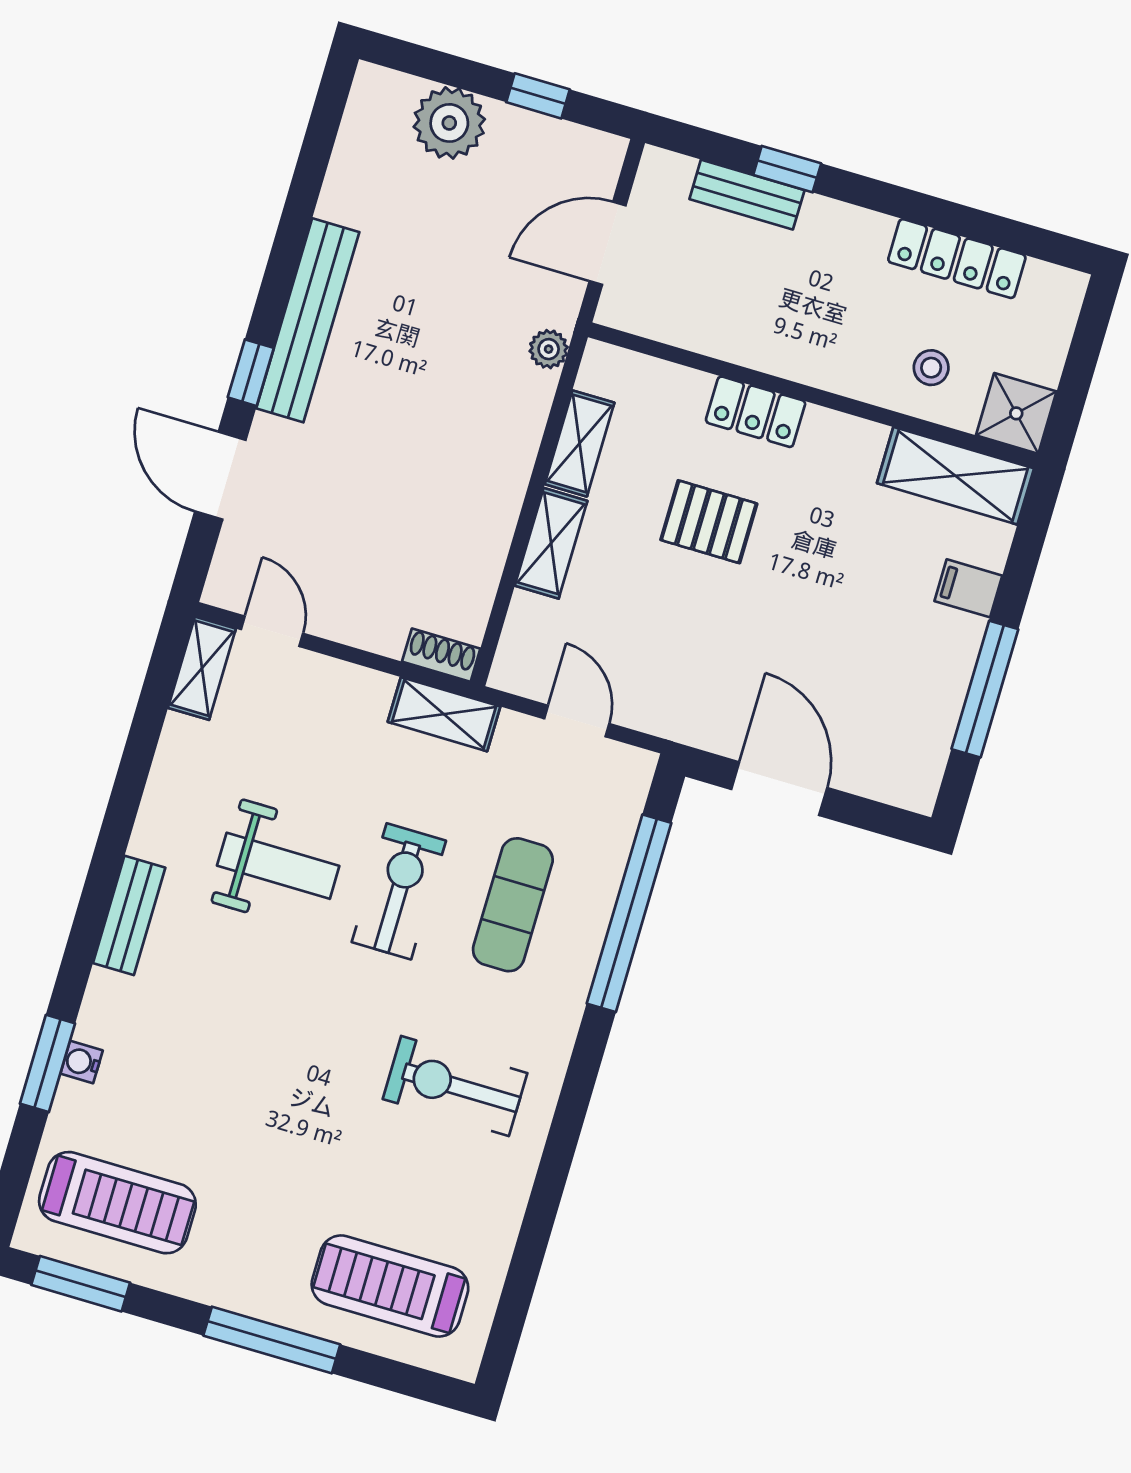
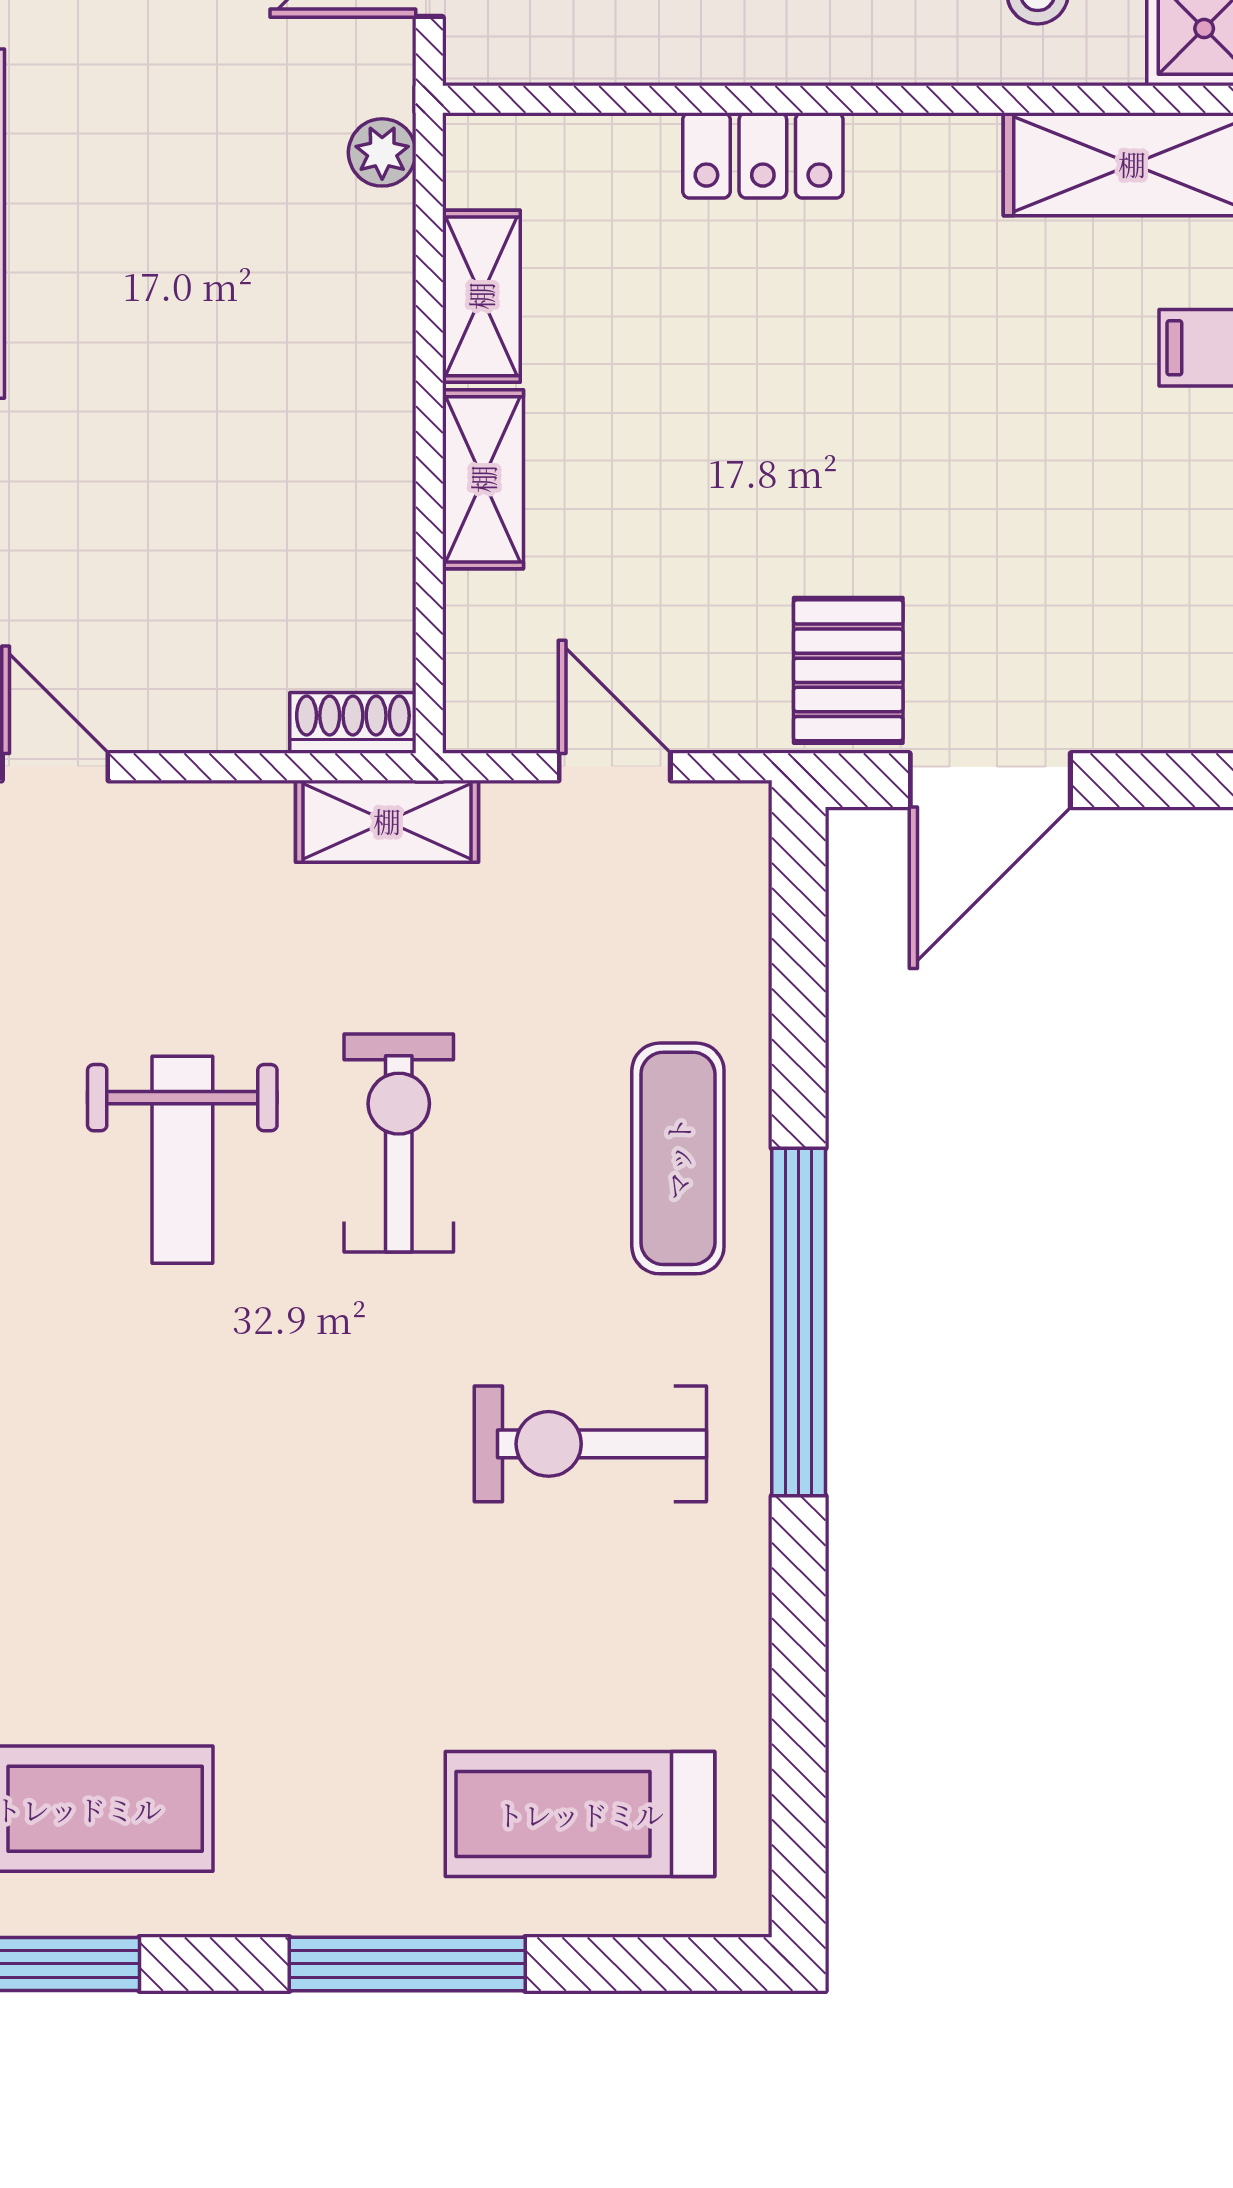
pallet: (709, 522) -> (848, 670), moved, turned 90
door: (779, 789) -> (990, 780), swing flipped
weight bench: (278, 866) -> (182, 1160), turned 90
exercise mat: (513, 905) -> (678, 1158), moved
window: (629, 913) -> (799, 1322), moved

